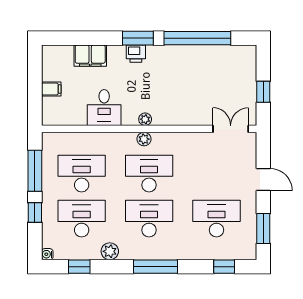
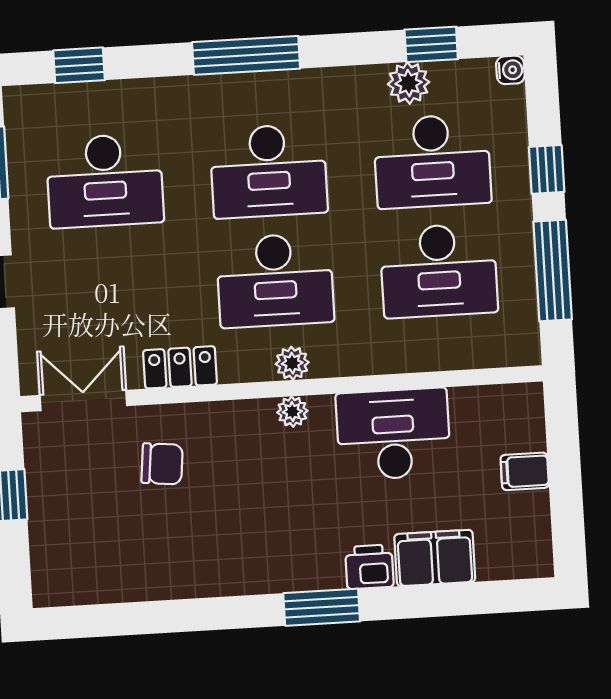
window: (197, 38) -> (177, 616), removed
printer: (136, 54) -> (369, 567), moved
chair: (200, 101) -> (162, 464), added
desk: (104, 107) -> (393, 434), width x1.37
double door: (231, 129) -> (83, 400), swing flipped
locker: (190, 140) -> (180, 367), added
plant: (110, 251) -> (409, 83), moved

